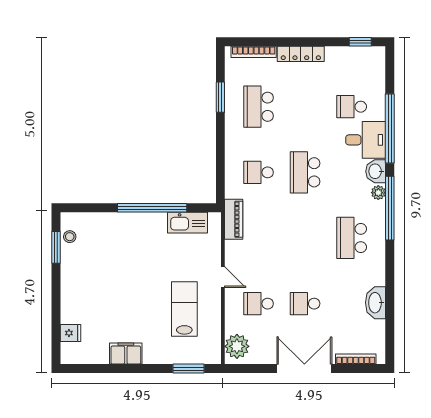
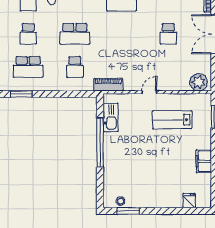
school desk: (258, 304) -> (28, 34), moved

